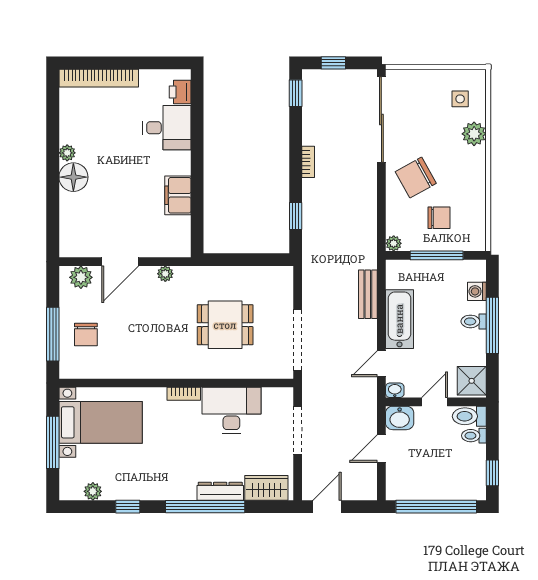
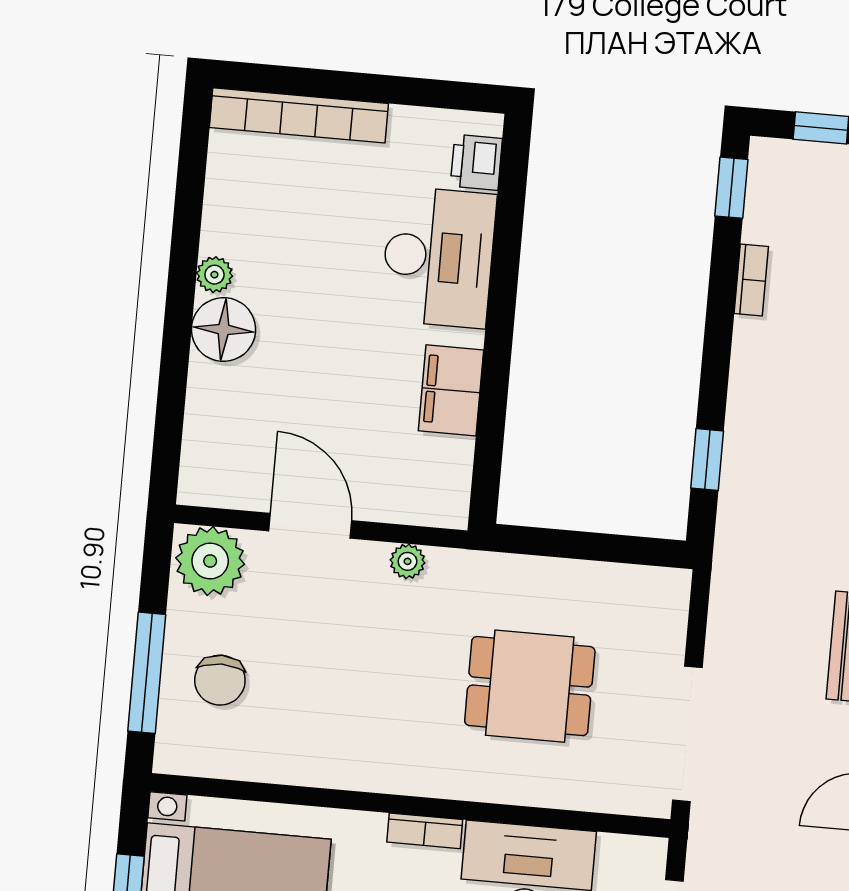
desk: (167, 128) -> (438, 257), width x1.37
bookcase: (308, 162) -> (751, 280), moved
door: (120, 262) -> (310, 526), swing flipped
plant: (81, 277) -> (210, 561), width x1.36, depth x1.36

